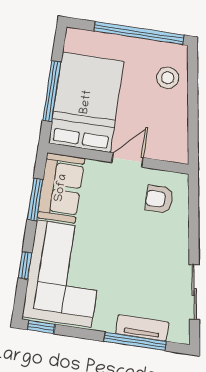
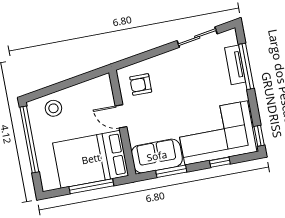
armchair: (159, 199) -> (141, 84), turned 90

